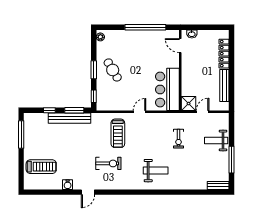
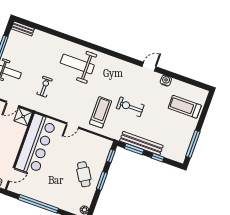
door: (180, 46) -> (11, 174), hinge flipped
bar counter: (167, 89) -> (36, 144), width x1.36
exercise bike: (108, 163) -> (130, 107), moved
weight bench: (156, 171) -> (77, 64), width x1.36, depth x1.33

